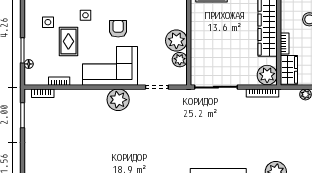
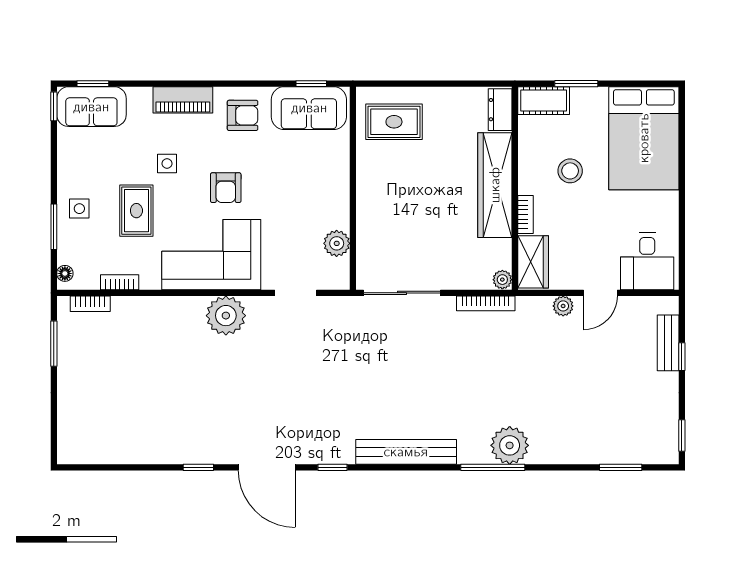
side table: (48, 22) -> (79, 209), moved
armchair: (118, 29) -> (226, 188), turned 180
plant: (176, 41) -> (331, 209), removed
floor lamp: (29, 64) -> (65, 273), moved
plant: (267, 75) -> (502, 280), width x0.53, depth x0.53

